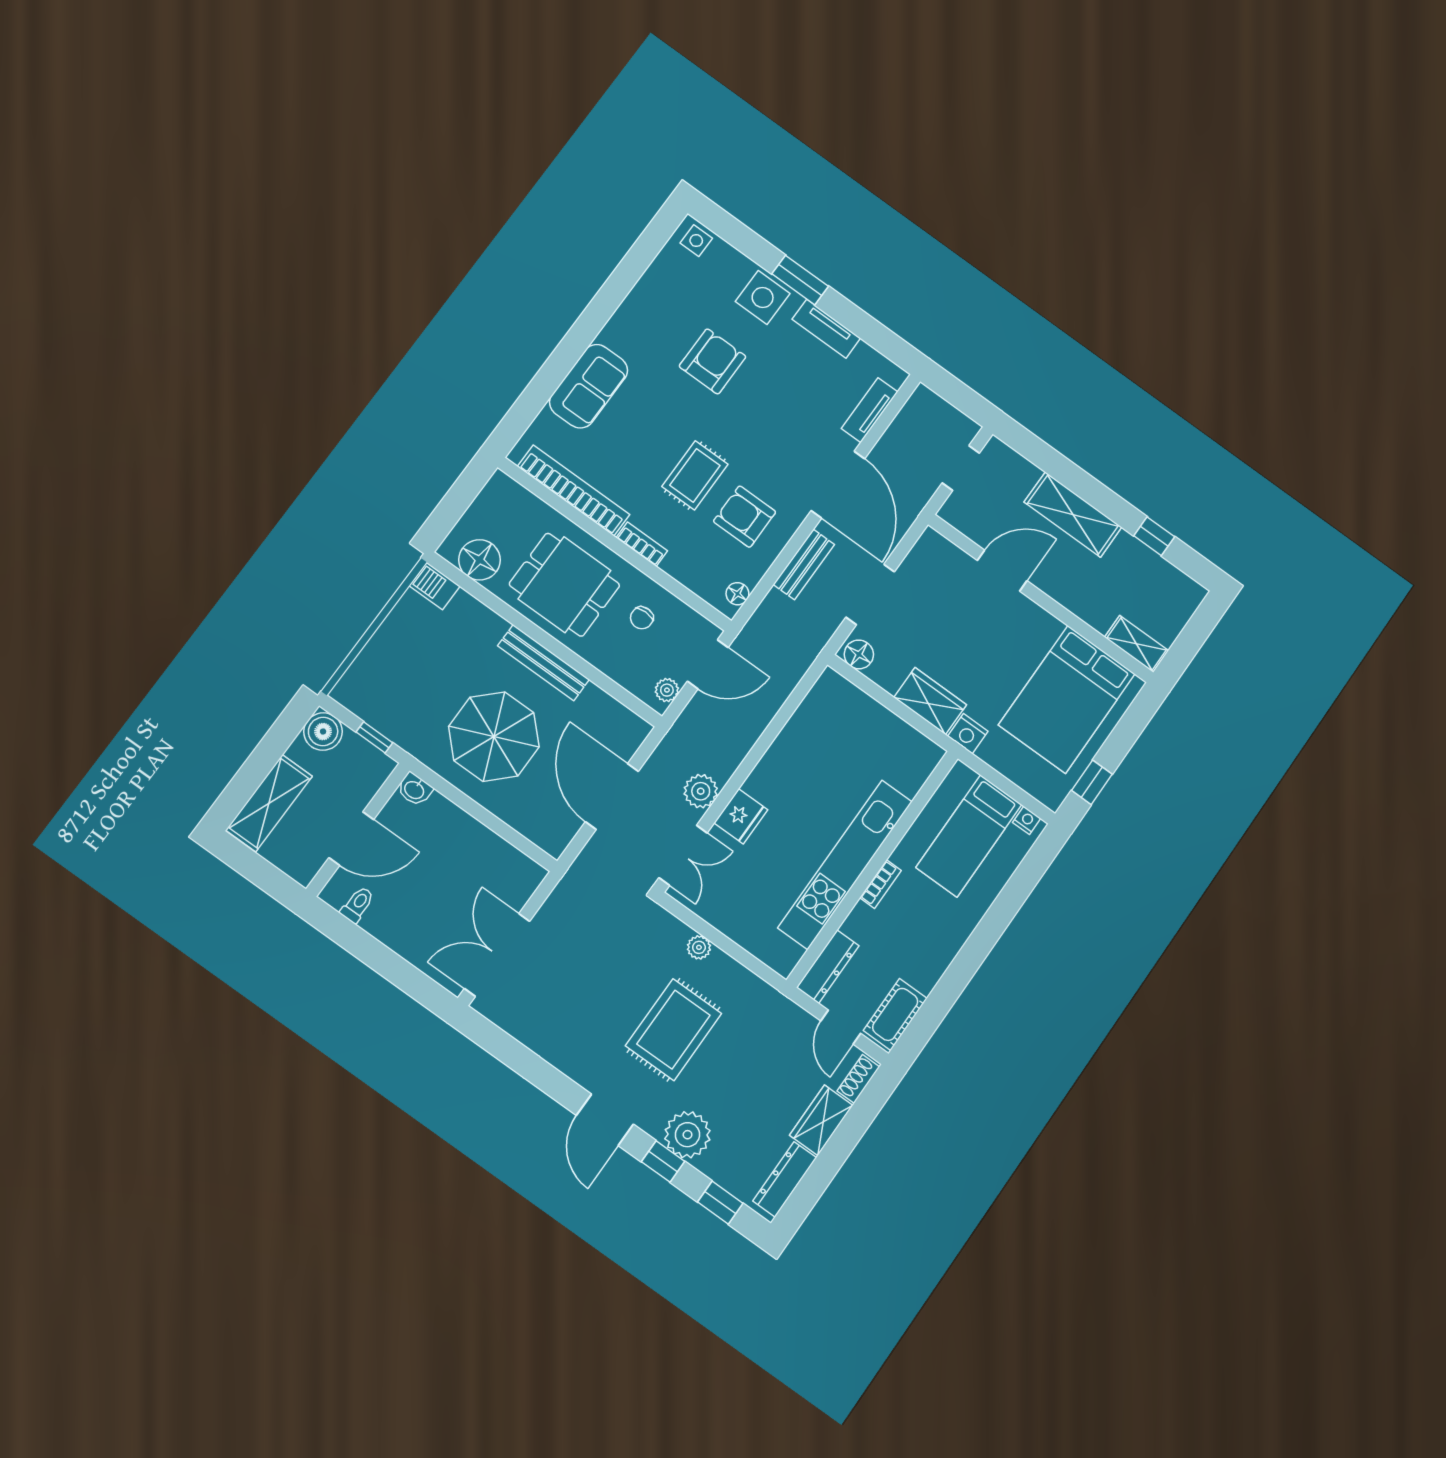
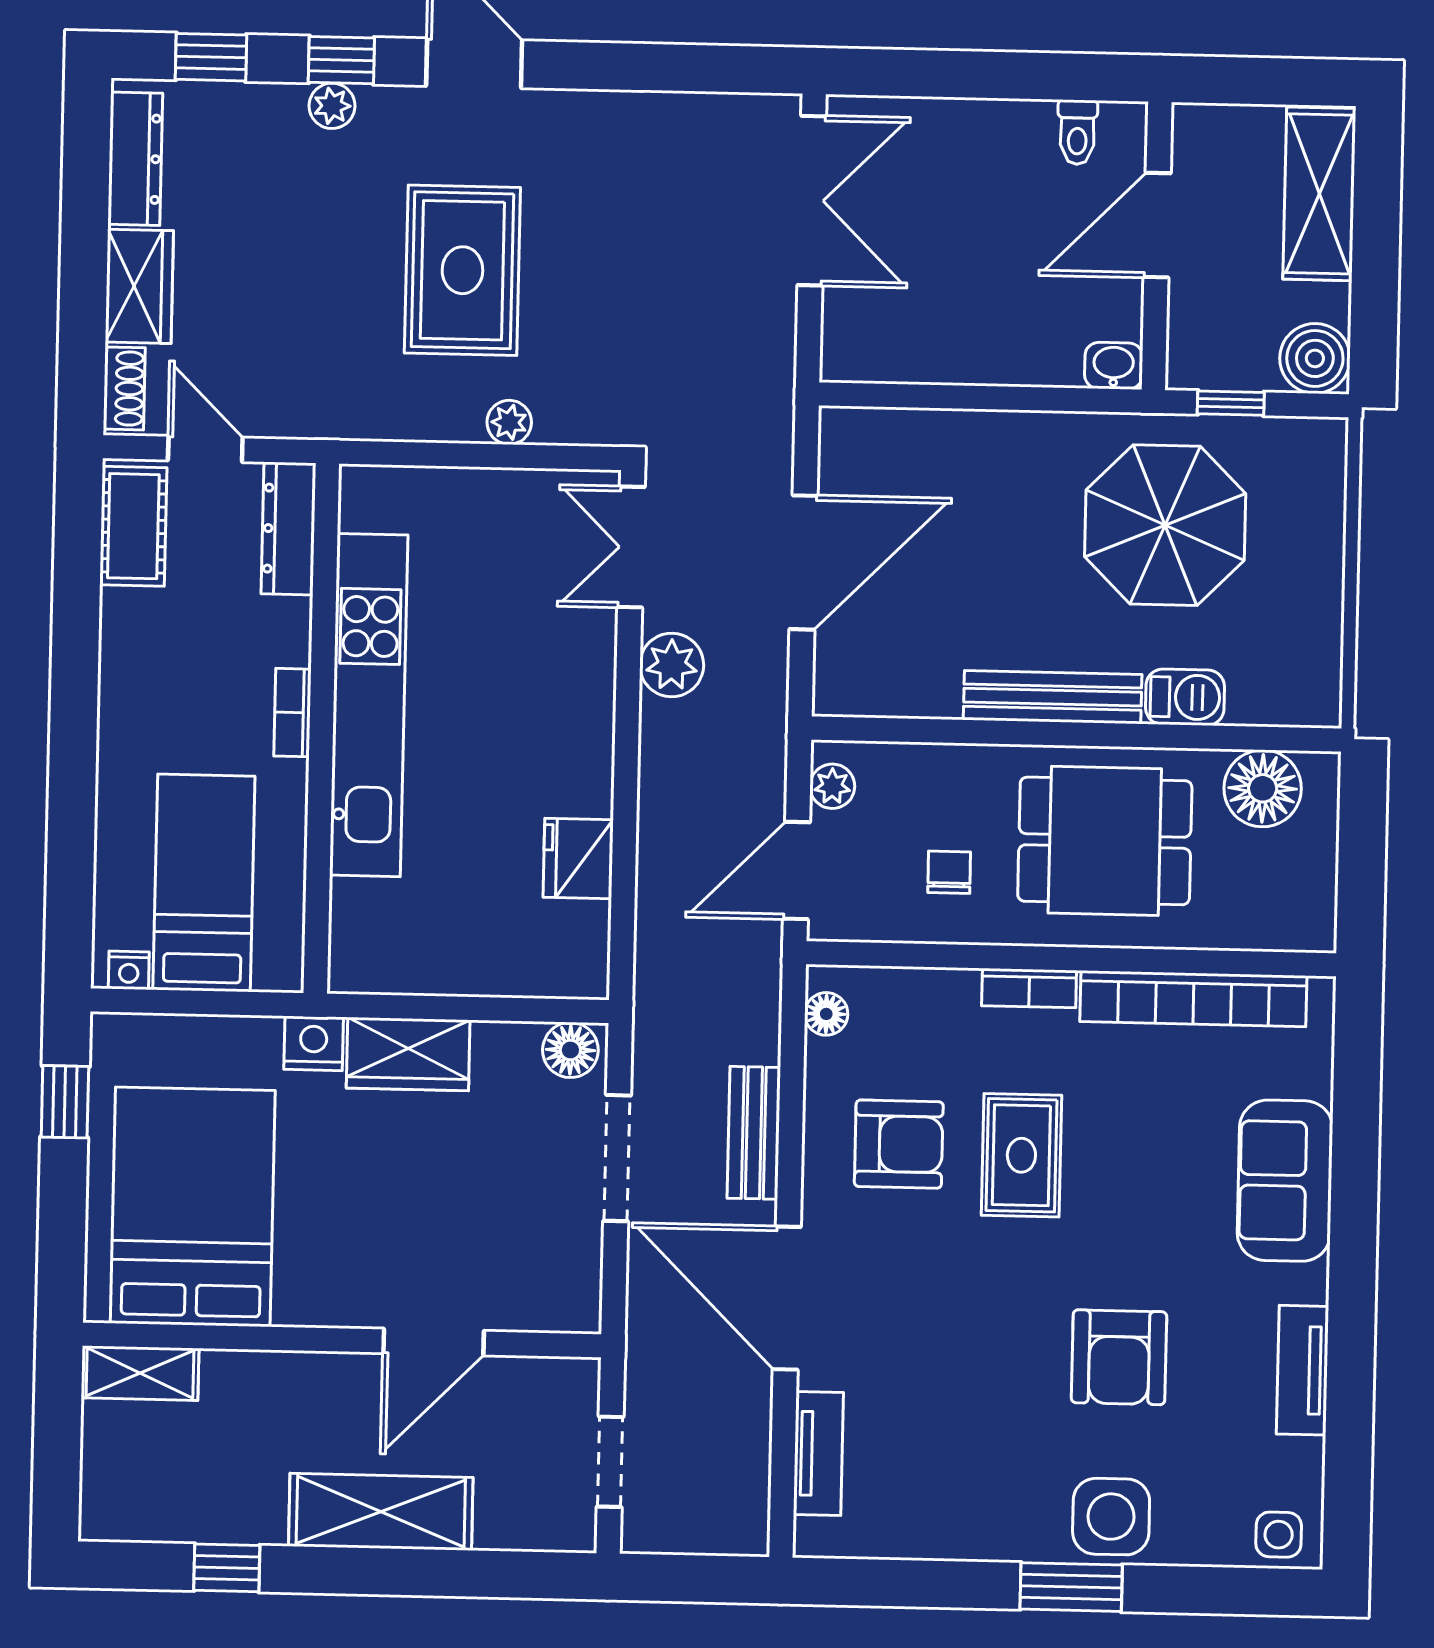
tv unit: (826, 329) -> (1302, 1370), moved, turned -90
barbecue: (435, 586) -> (1185, 697), moved
parasol: (494, 737) -> (1165, 525), moved
door: (612, 796) -> (804, 562), hinge flipped
fridge: (741, 816) -> (578, 859), moved
plant: (687, 1135) -> (332, 106), width x0.53, depth x0.53

